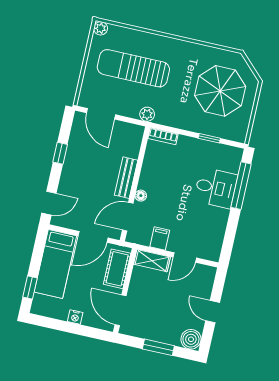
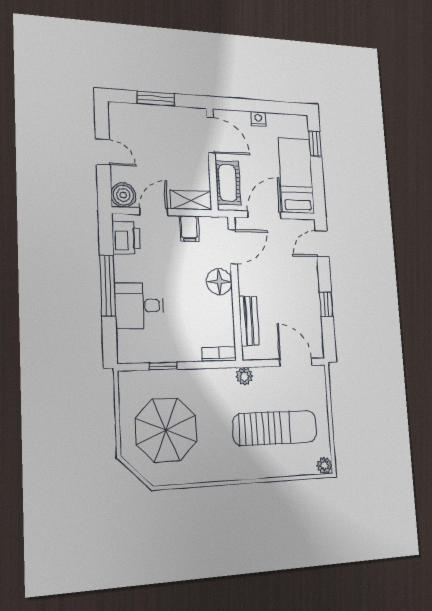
bench: (126, 178) -> (249, 321), moved
window: (241, 186) -> (108, 286), moved
floor lamp: (141, 196) -> (219, 282), width x1.89, depth x1.89
printer: (212, 242) -> (126, 238), added
boiler: (191, 339) -> (123, 195), moved

